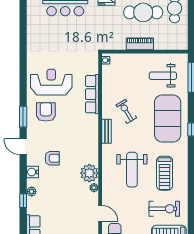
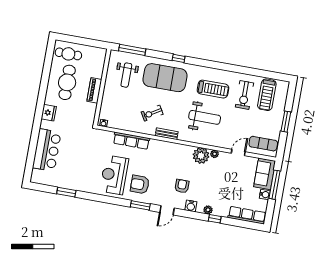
window: (23, 33) -> (66, 192), added
exercise bike: (164, 209) -> (244, 95), turned 180

